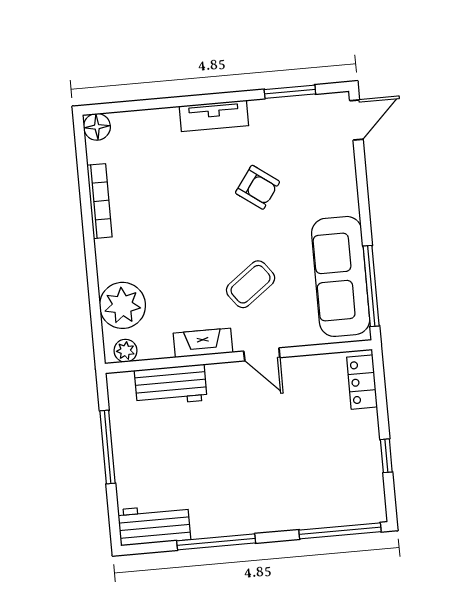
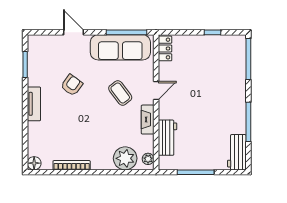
door: (356, 120) -> (73, 32), moved
locker: (362, 382) -> (165, 48), moved, turned -90

